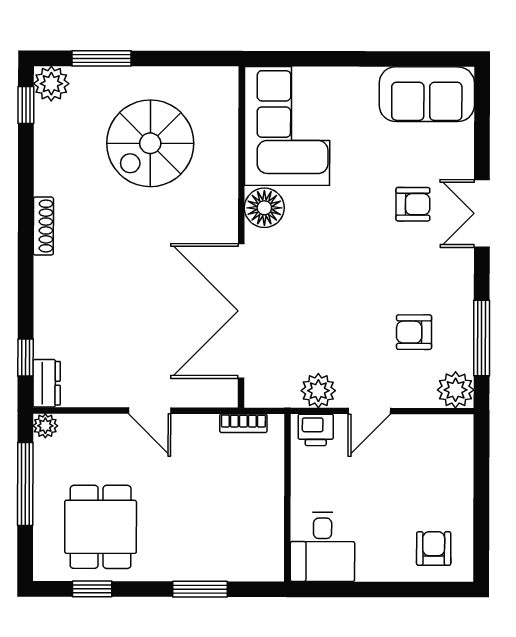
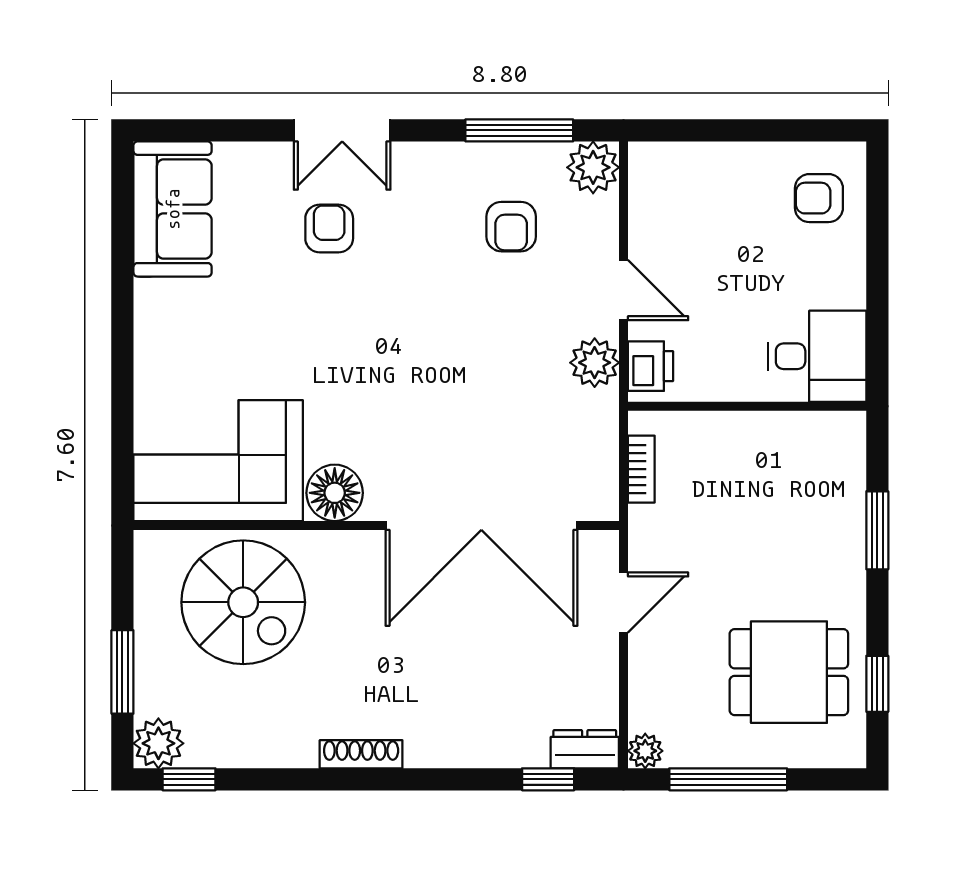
corner sofa: (287, 126) -> (218, 461), moved
floor lamp: (264, 208) -> (335, 493), moved
wall: (241, 237) -> (376, 525), moved
double door: (241, 311) -> (481, 525), moved

